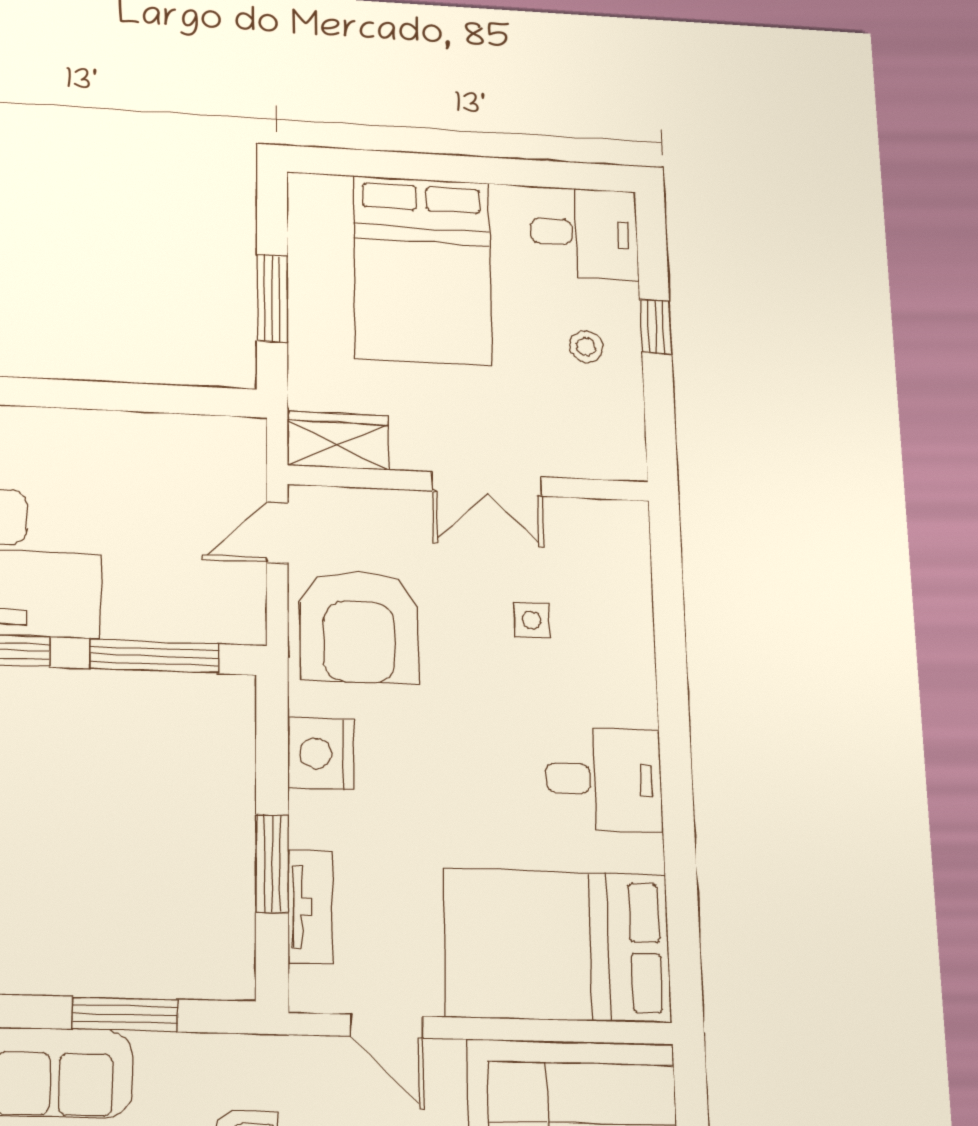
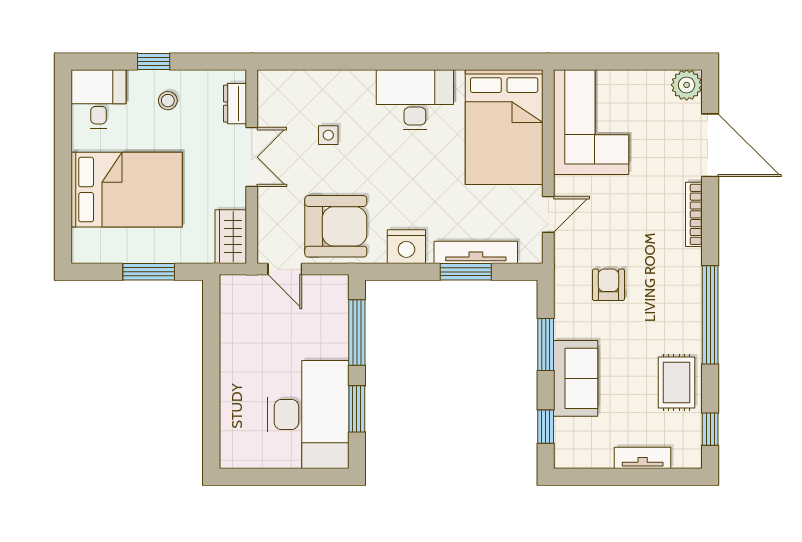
dresser: (585, 460) -> (235, 104), added
desk: (604, 779) -> (415, 100), width x1.37
tv unit: (310, 907) -> (476, 252), width x1.41

